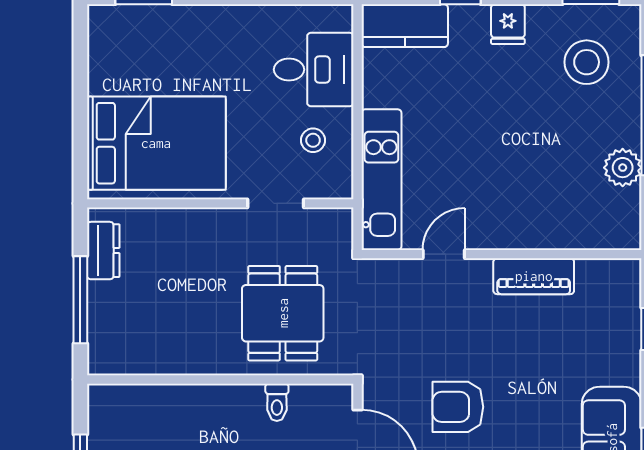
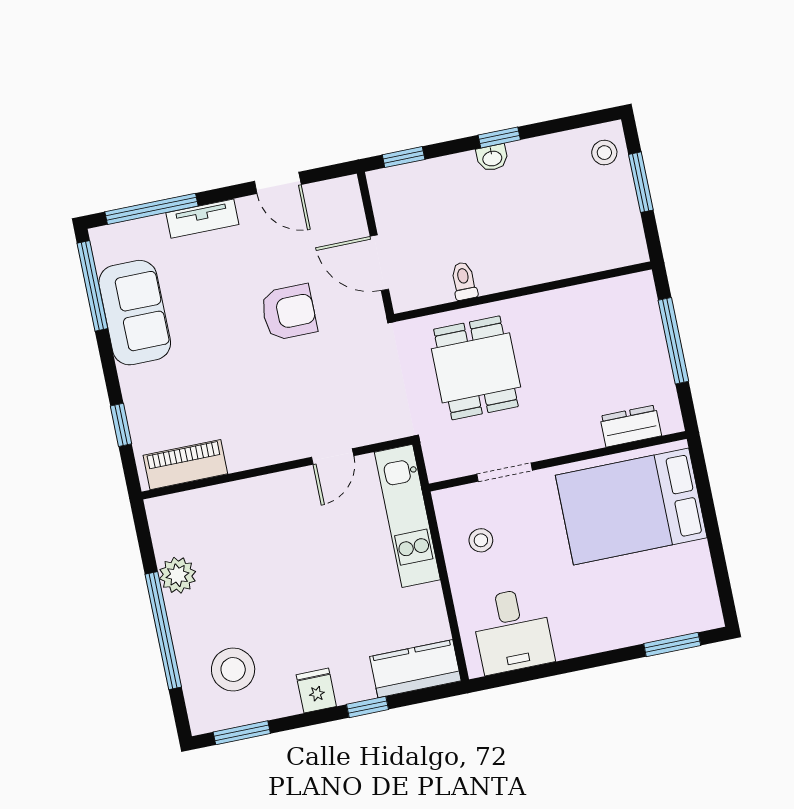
desk: (314, 70) -> (512, 631), moved, turned -90
dresser: (103, 251) -> (631, 426), moved, turned 90
piano: (534, 276) -> (185, 465), moved

